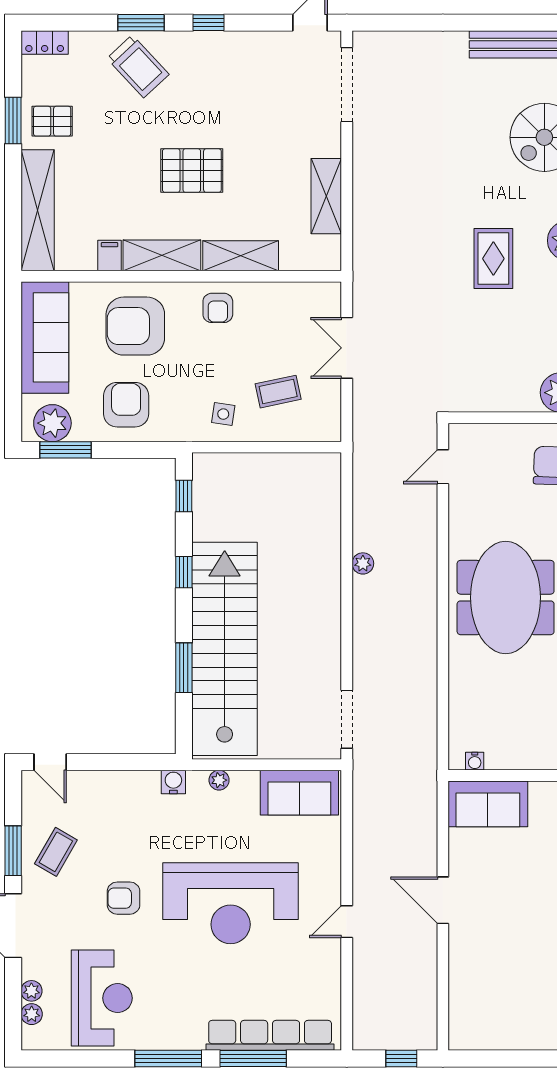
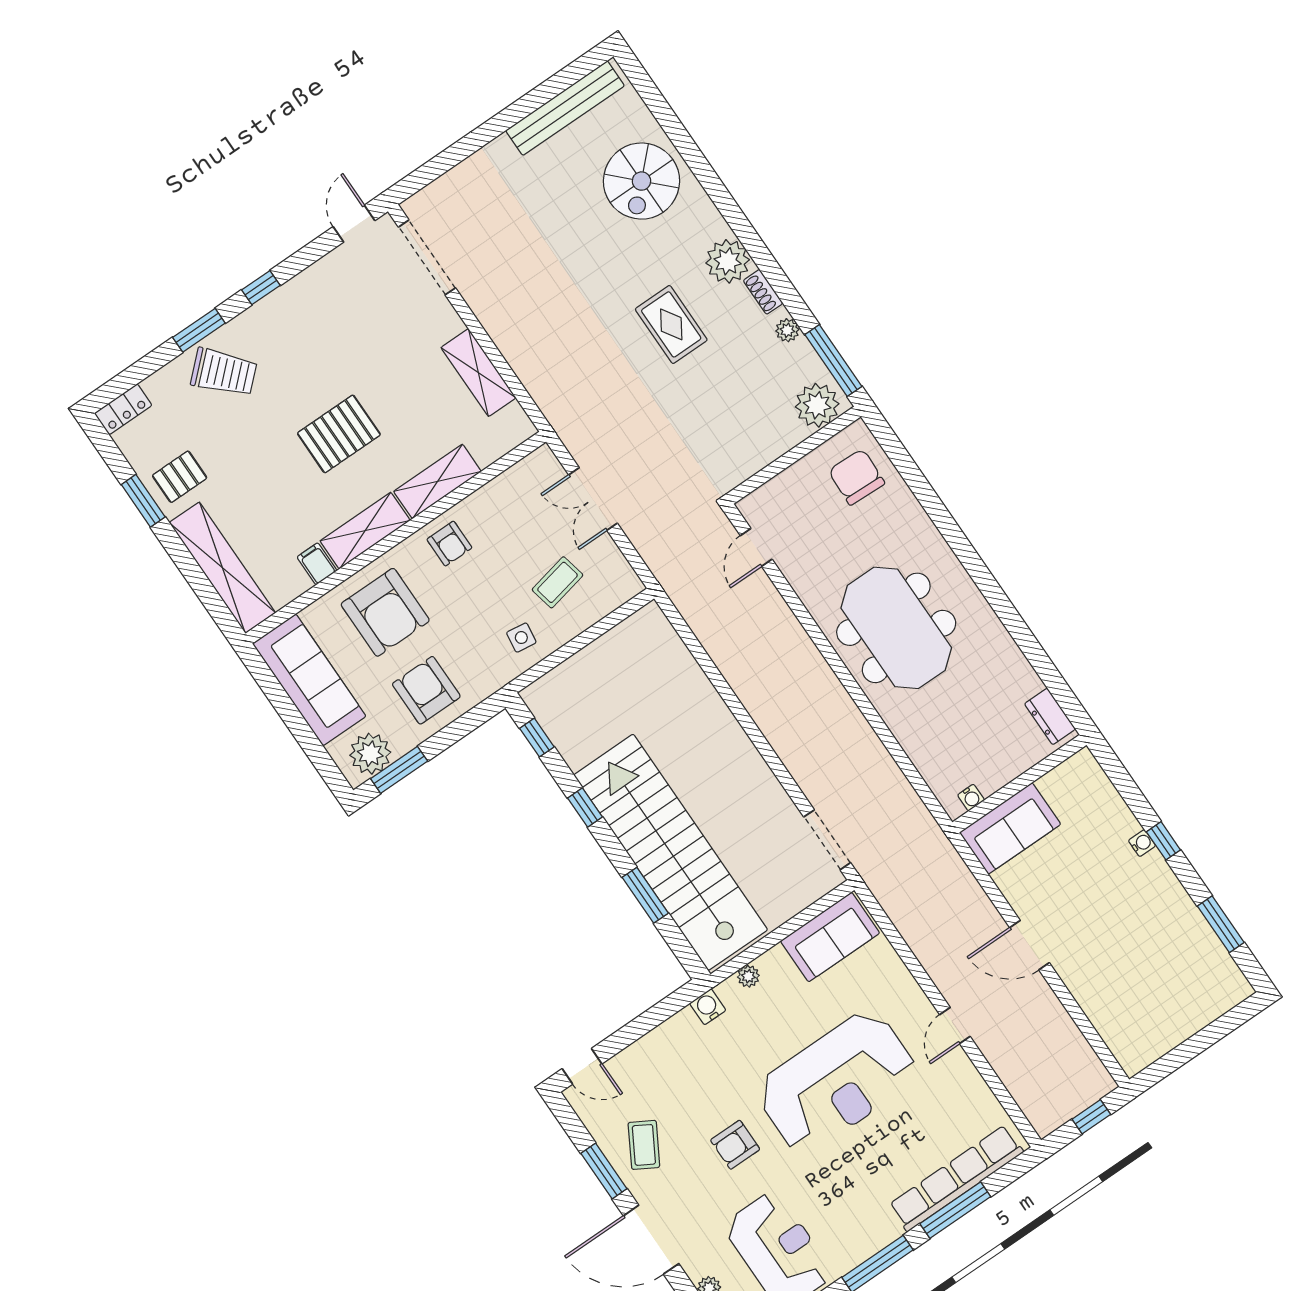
armchair: (135, 326) -> (385, 612), turned -90
plant: (363, 563) -> (744, 687), removed

